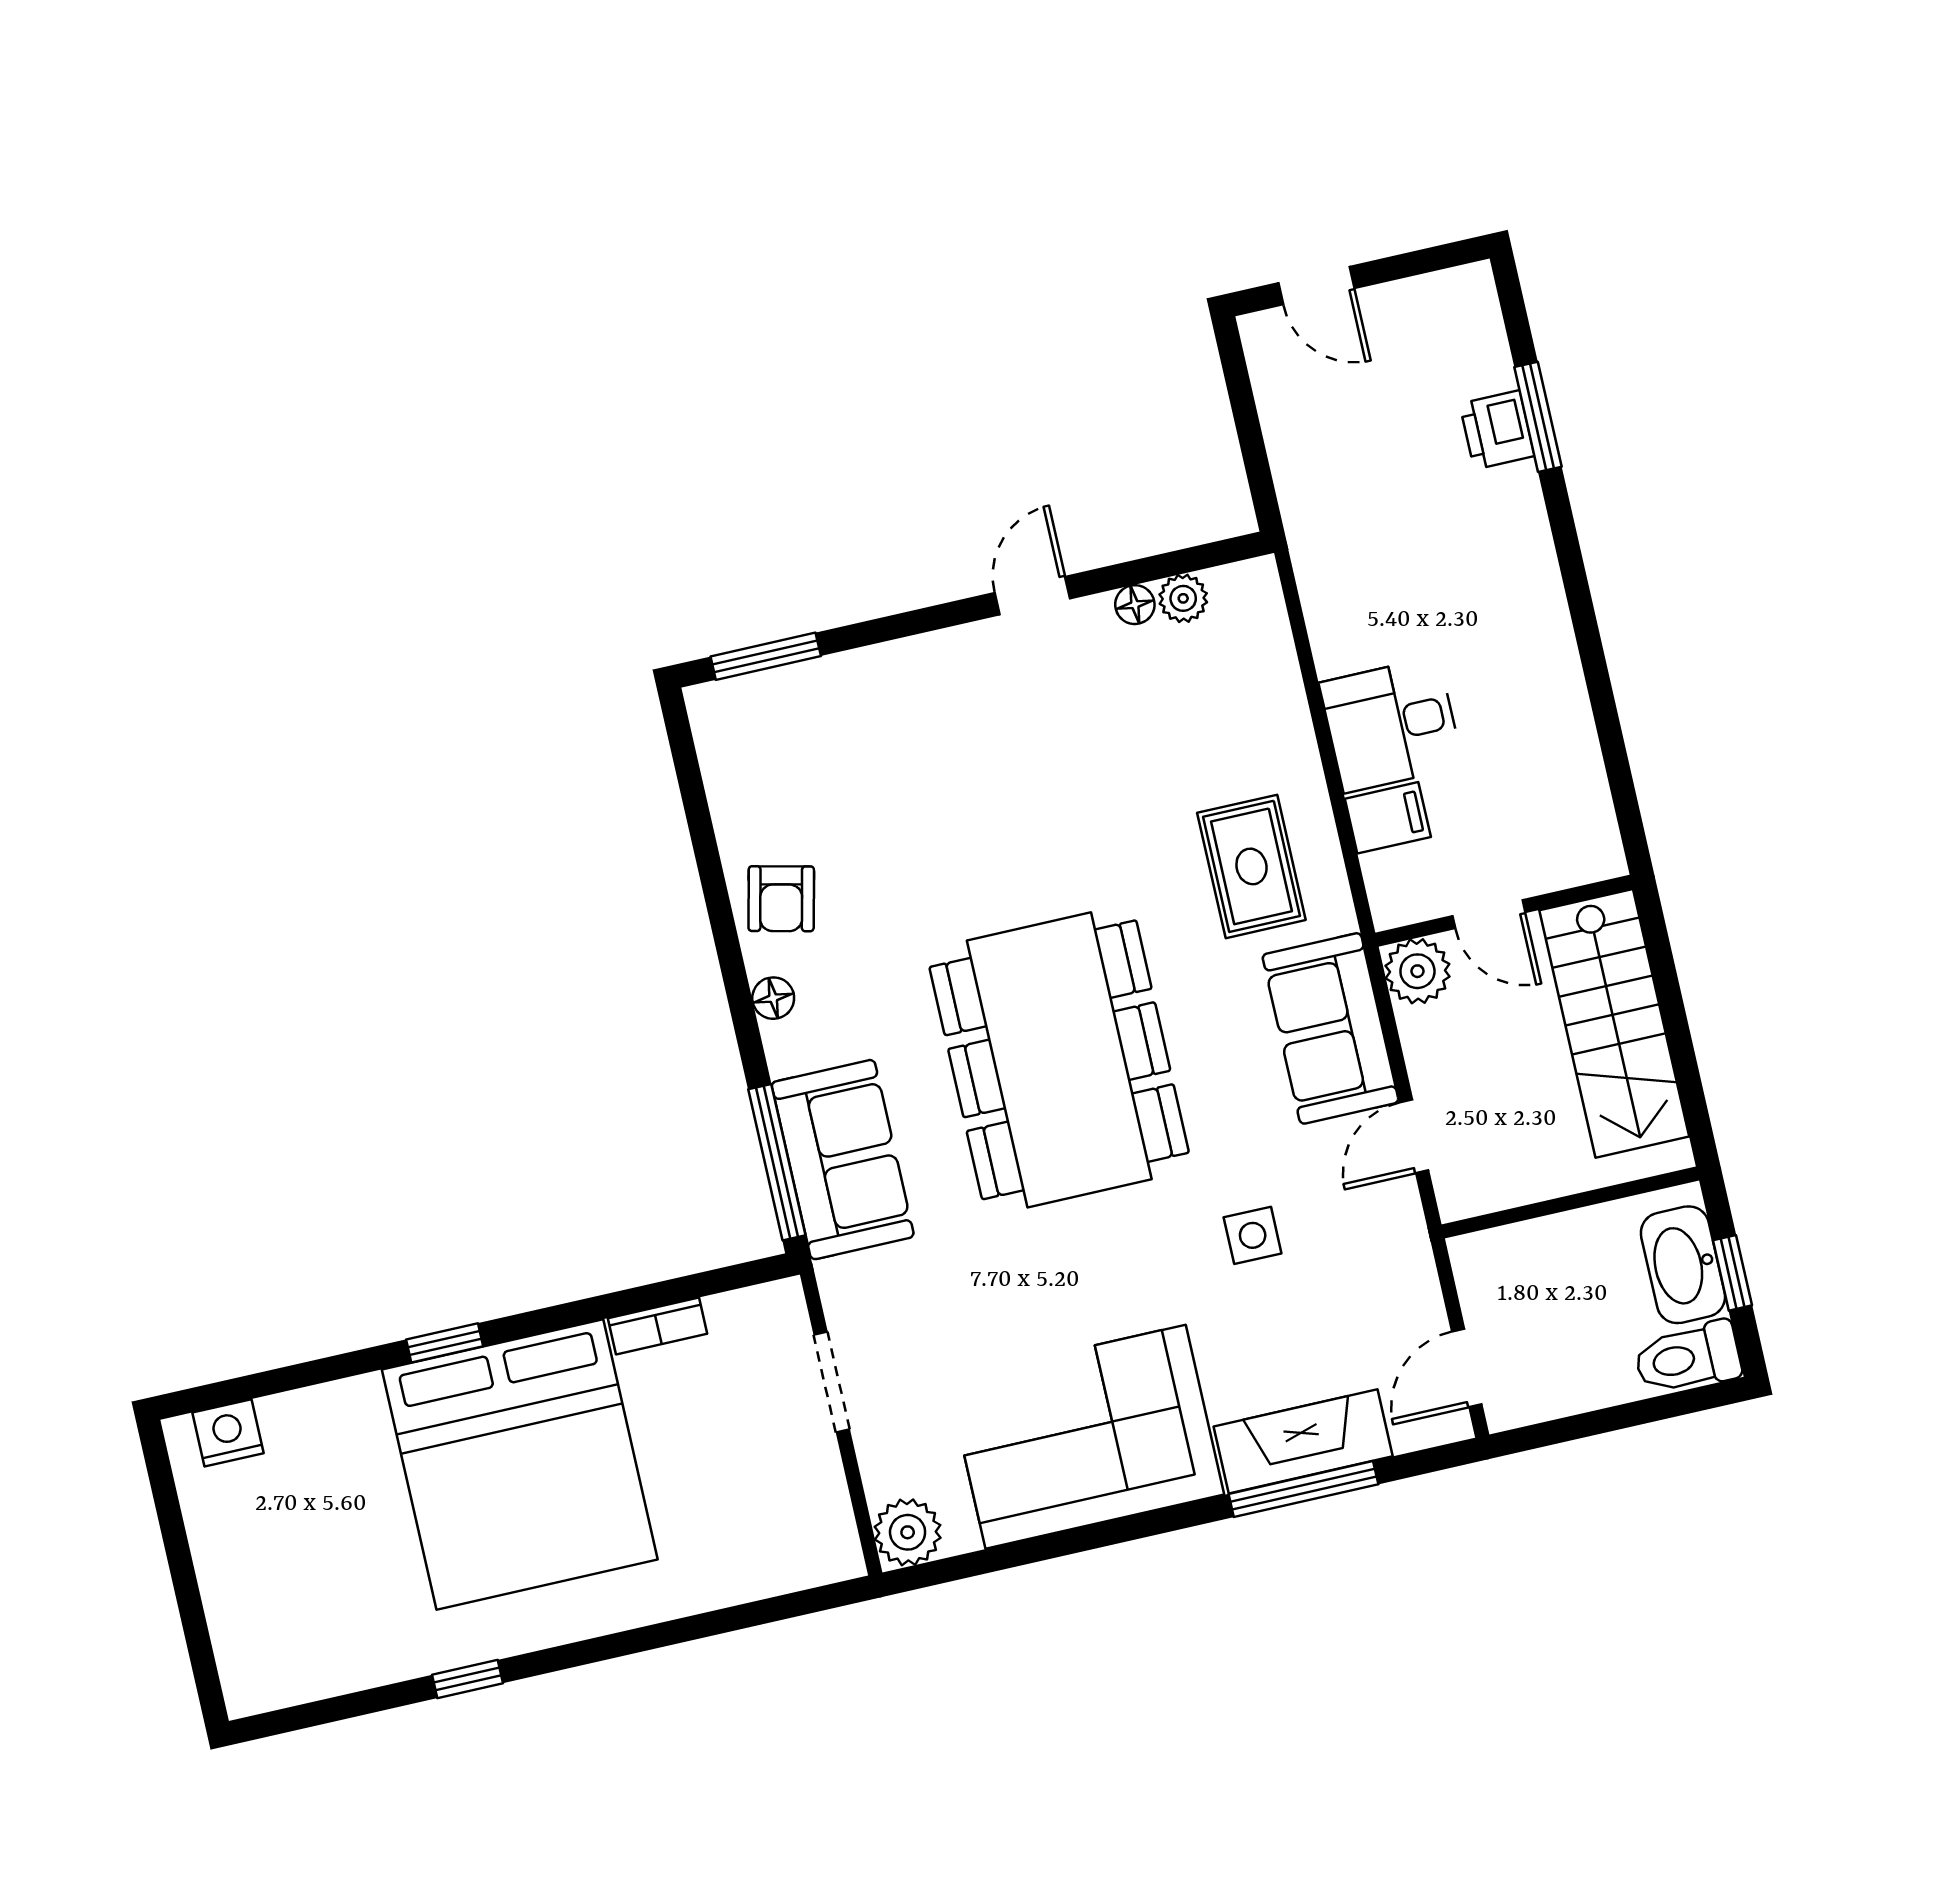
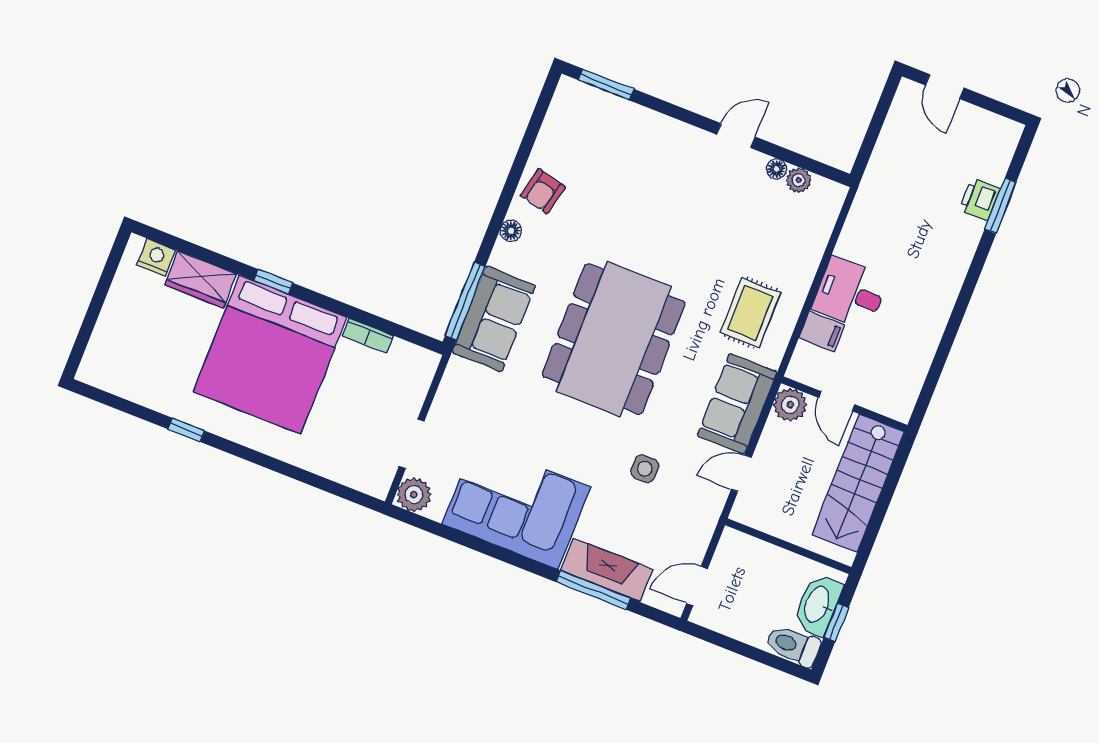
doorway: (832, 1382) -> (412, 444), moved
wardrobe: (325, 1419) -> (201, 279), added

